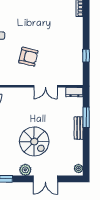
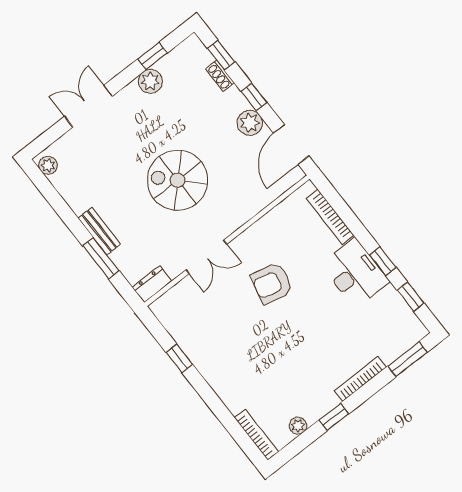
double door: (46, 86) -> (206, 257), swing flipped
spiral stairs: (34, 142) -> (178, 180), moved
plant: (25, 170) -> (150, 81), moved

